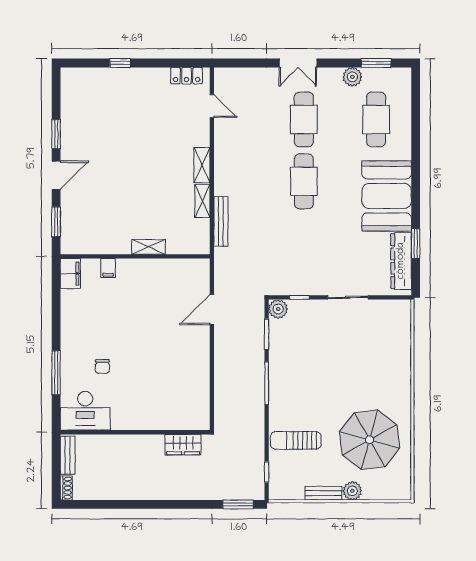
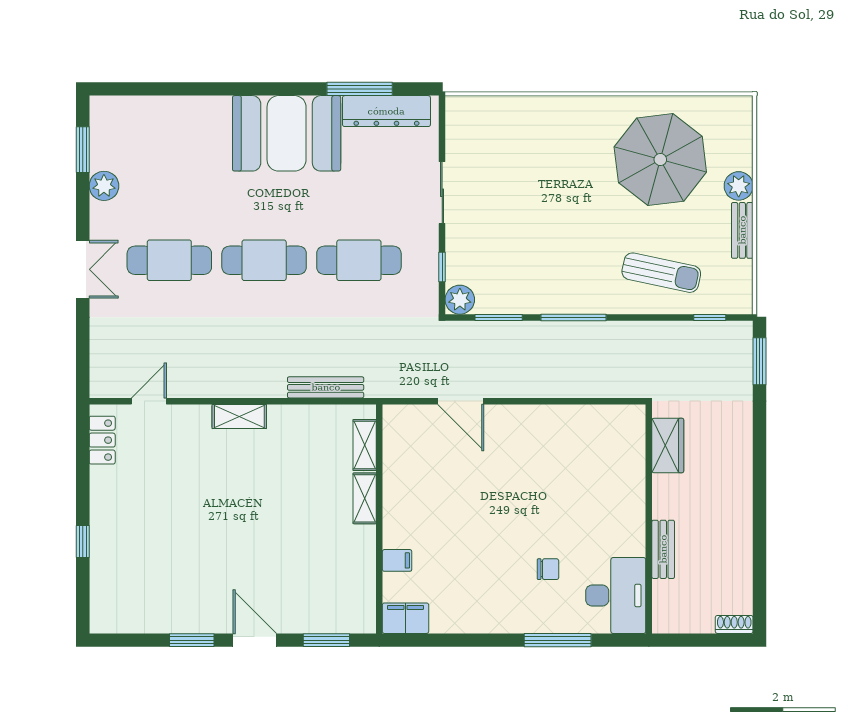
cafe table: (376, 119) -> (359, 260), moved
shelving: (202, 201) -> (365, 445), moved, turned 90
window: (416, 244) -> (360, 89), width x1.44
sun lounger: (296, 440) -> (661, 273), turned -78
bench: (68, 455) -> (663, 549), moved, turned 90

